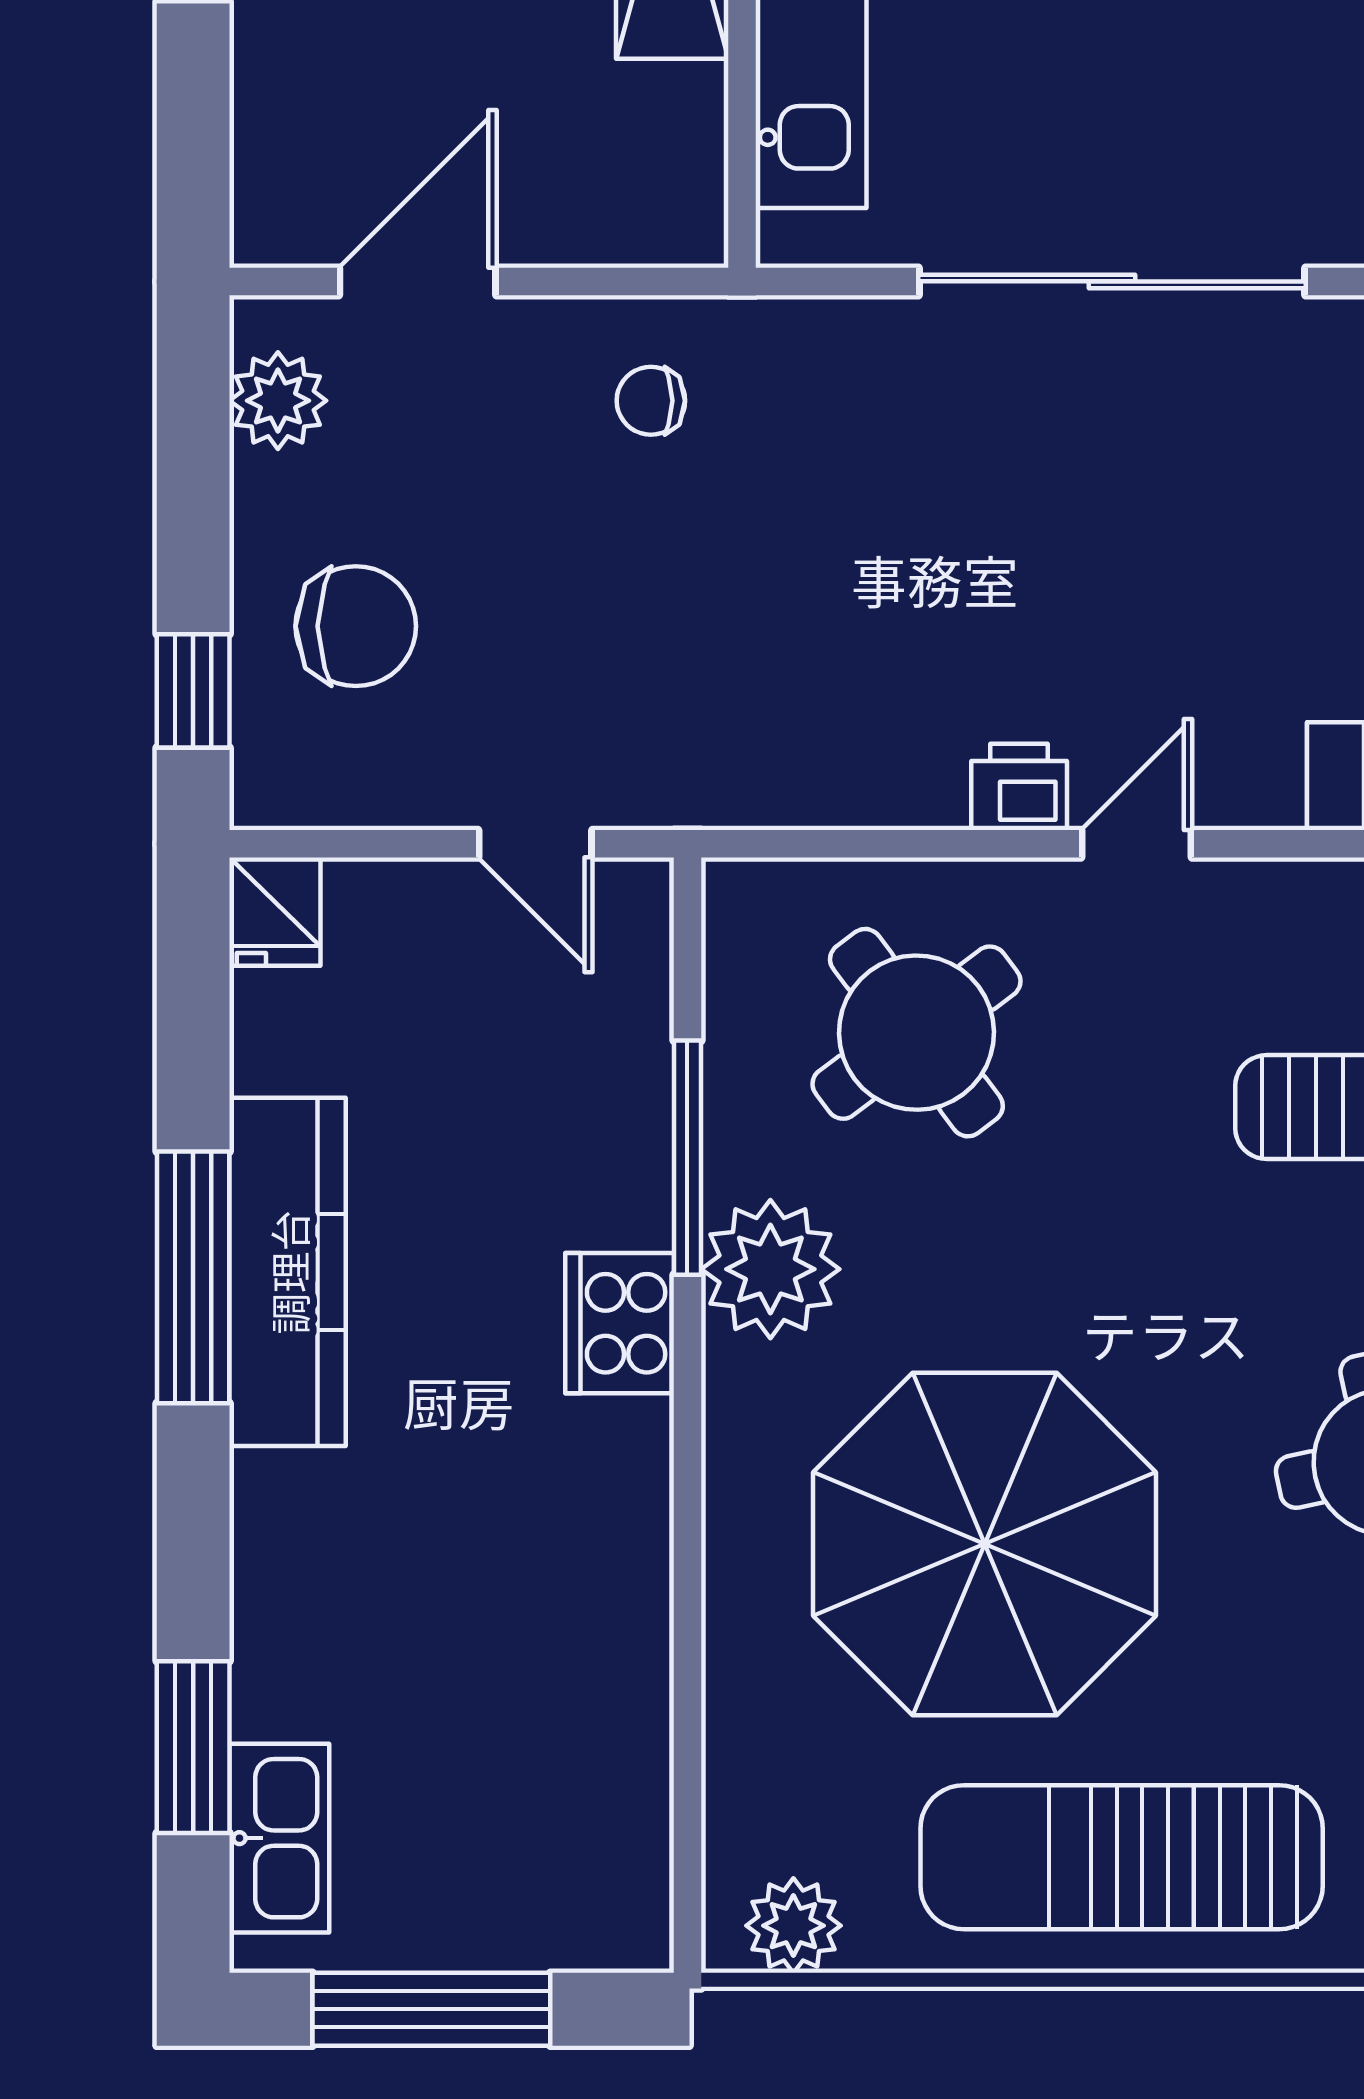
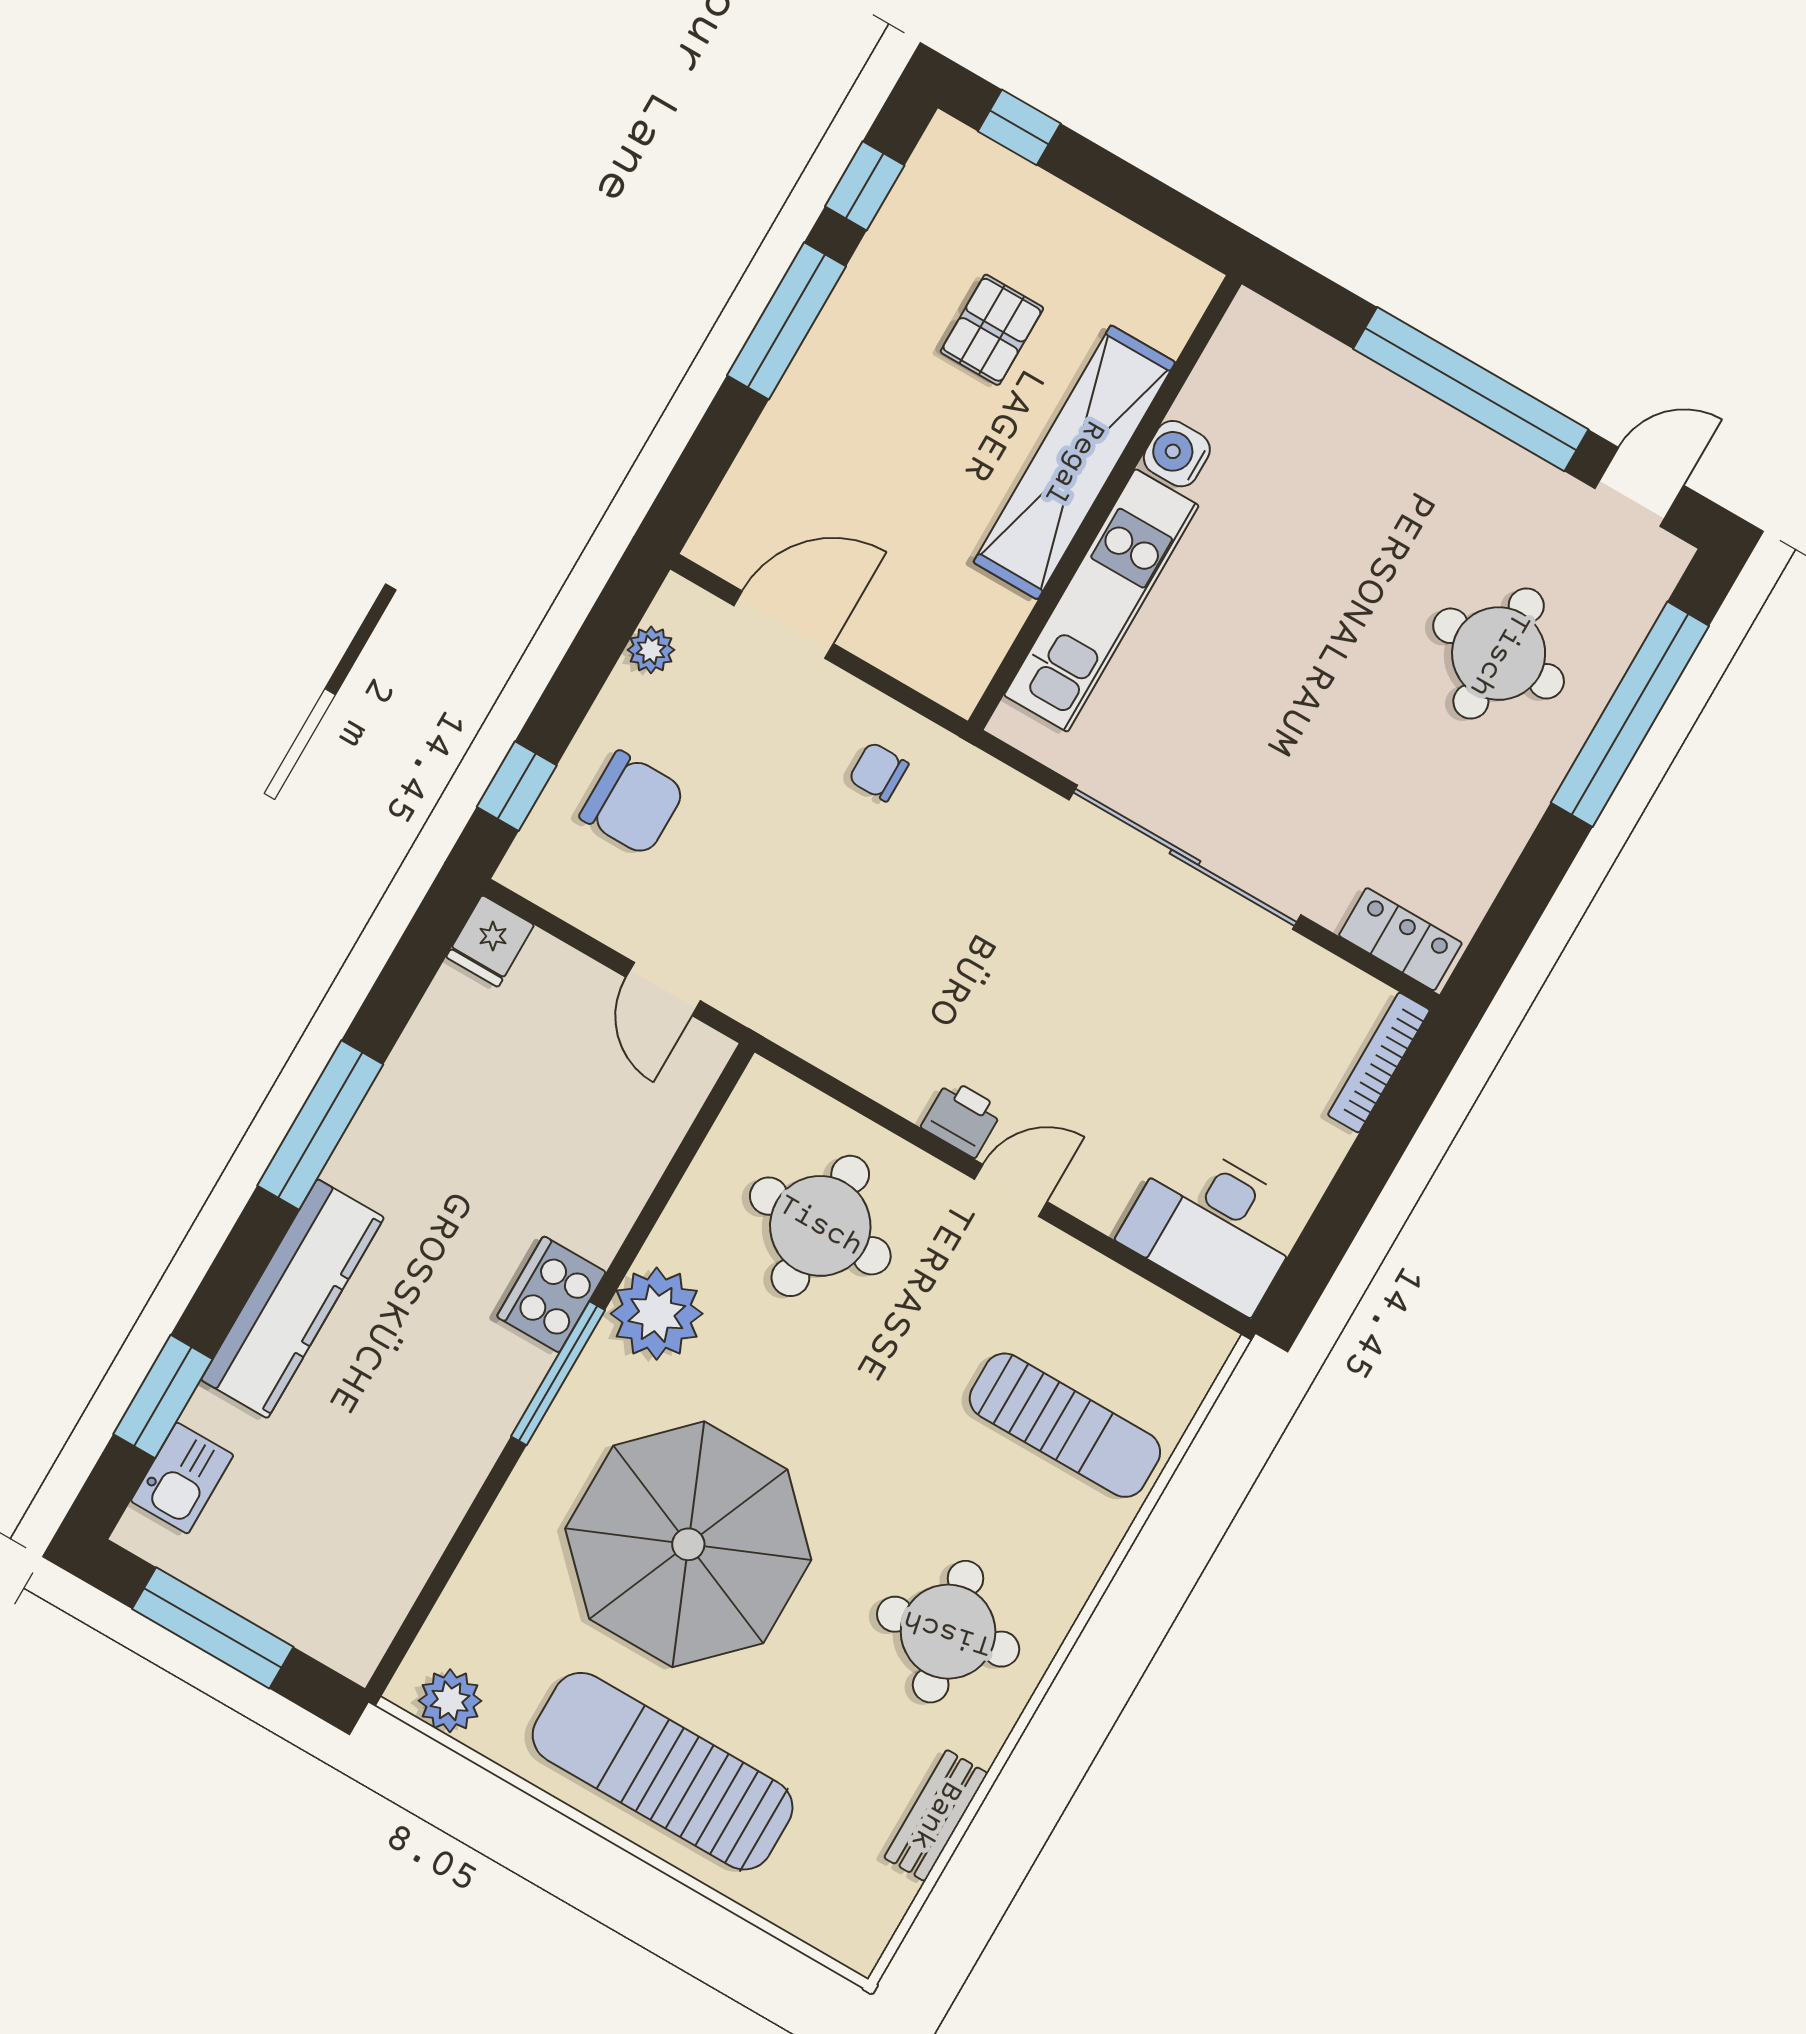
plant: (278, 401) -> (651, 650), width x0.73, depth x0.73
round table: (916, 1033) -> (820, 1226), turned 37
window: (687, 1158) -> (558, 1373), moved
kitchen counter: (288, 1272) -> (292, 1299), moved
kitchen sink: (279, 1838) -> (182, 1478), width x0.73

